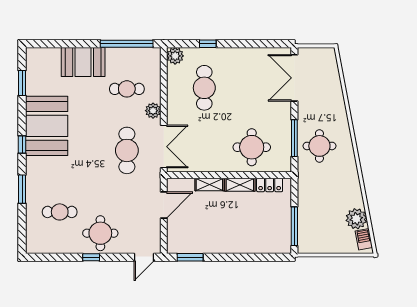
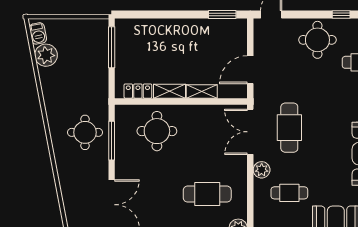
cafe table: (204, 88) -> (207, 194), turned 90
window: (91, 257) -> (341, 14), moved

